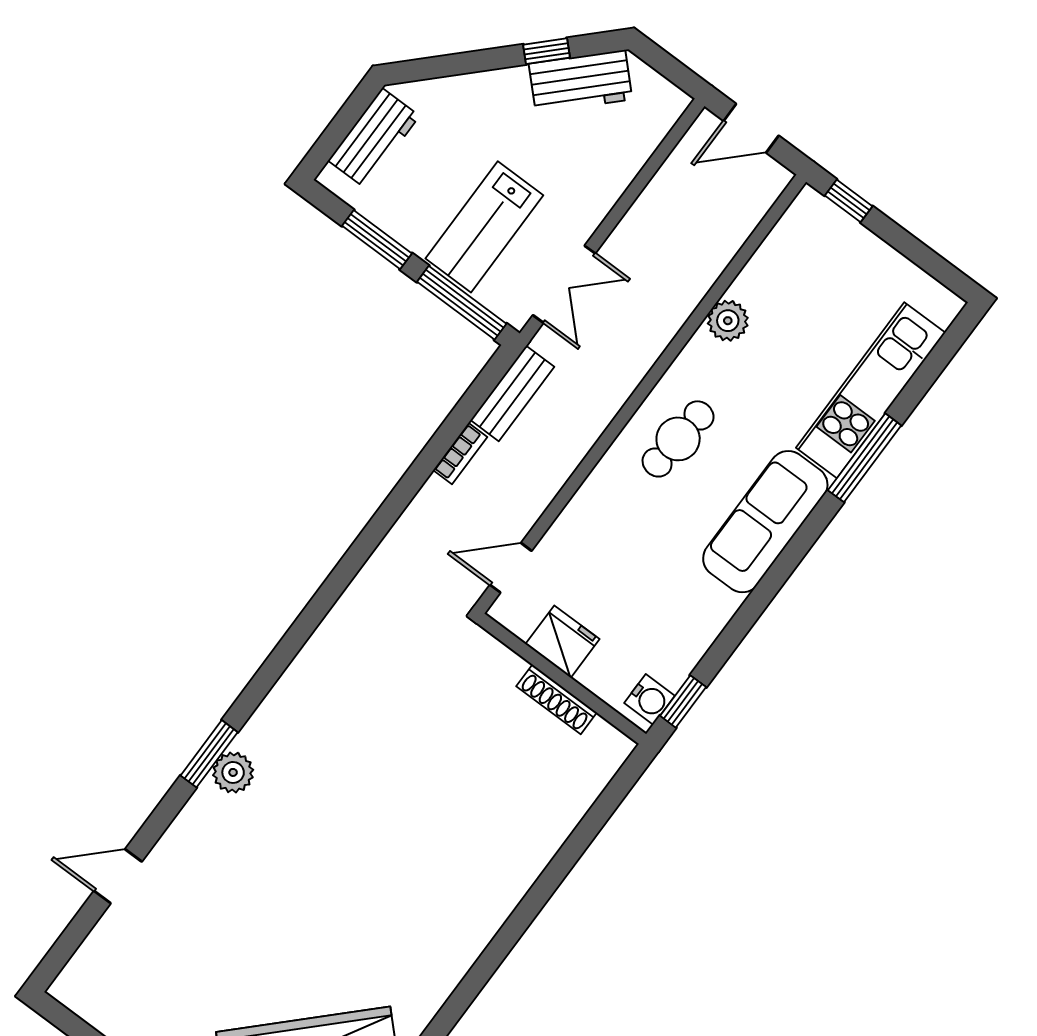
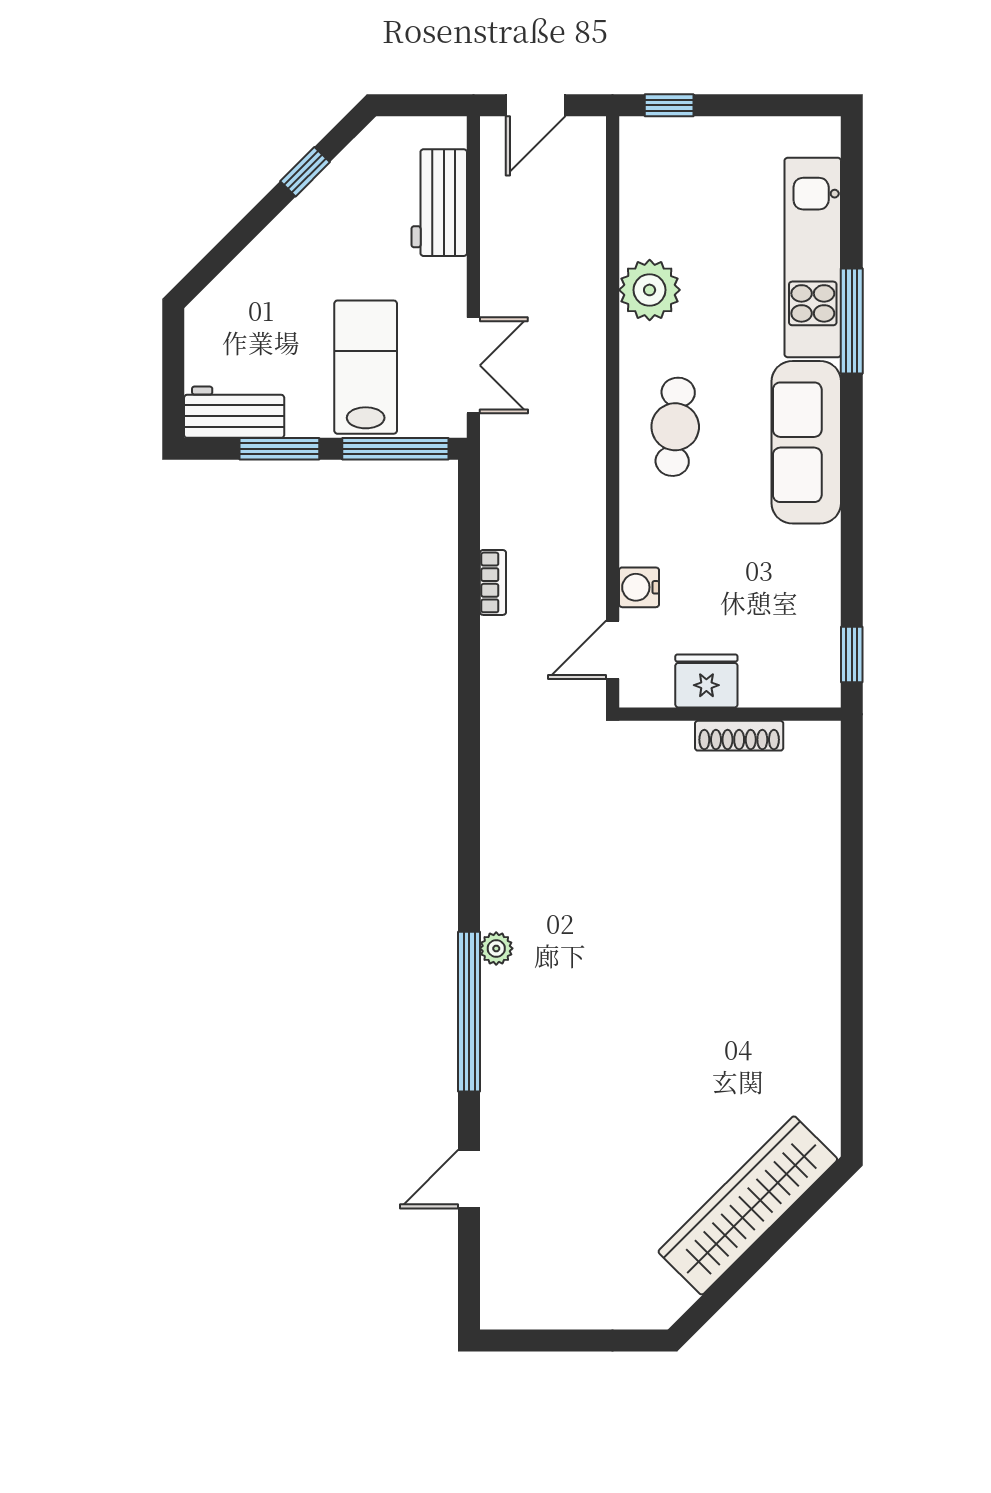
workbench: (581, 82) -> (439, 203), moved, turned 135
workbench: (374, 138) -> (234, 412), moved, turned -90
lab bench: (484, 227) -> (366, 367), turned 180
plant: (728, 321) -> (650, 290), width x1.36, depth x1.36
bench: (512, 393) -> (499, 495), removed
water cooler: (650, 699) -> (639, 587), moved, turned 180
window: (209, 754) -> (469, 1012), width x2.11
plant: (233, 772) -> (496, 948), moved, width x0.73, depth x0.73

